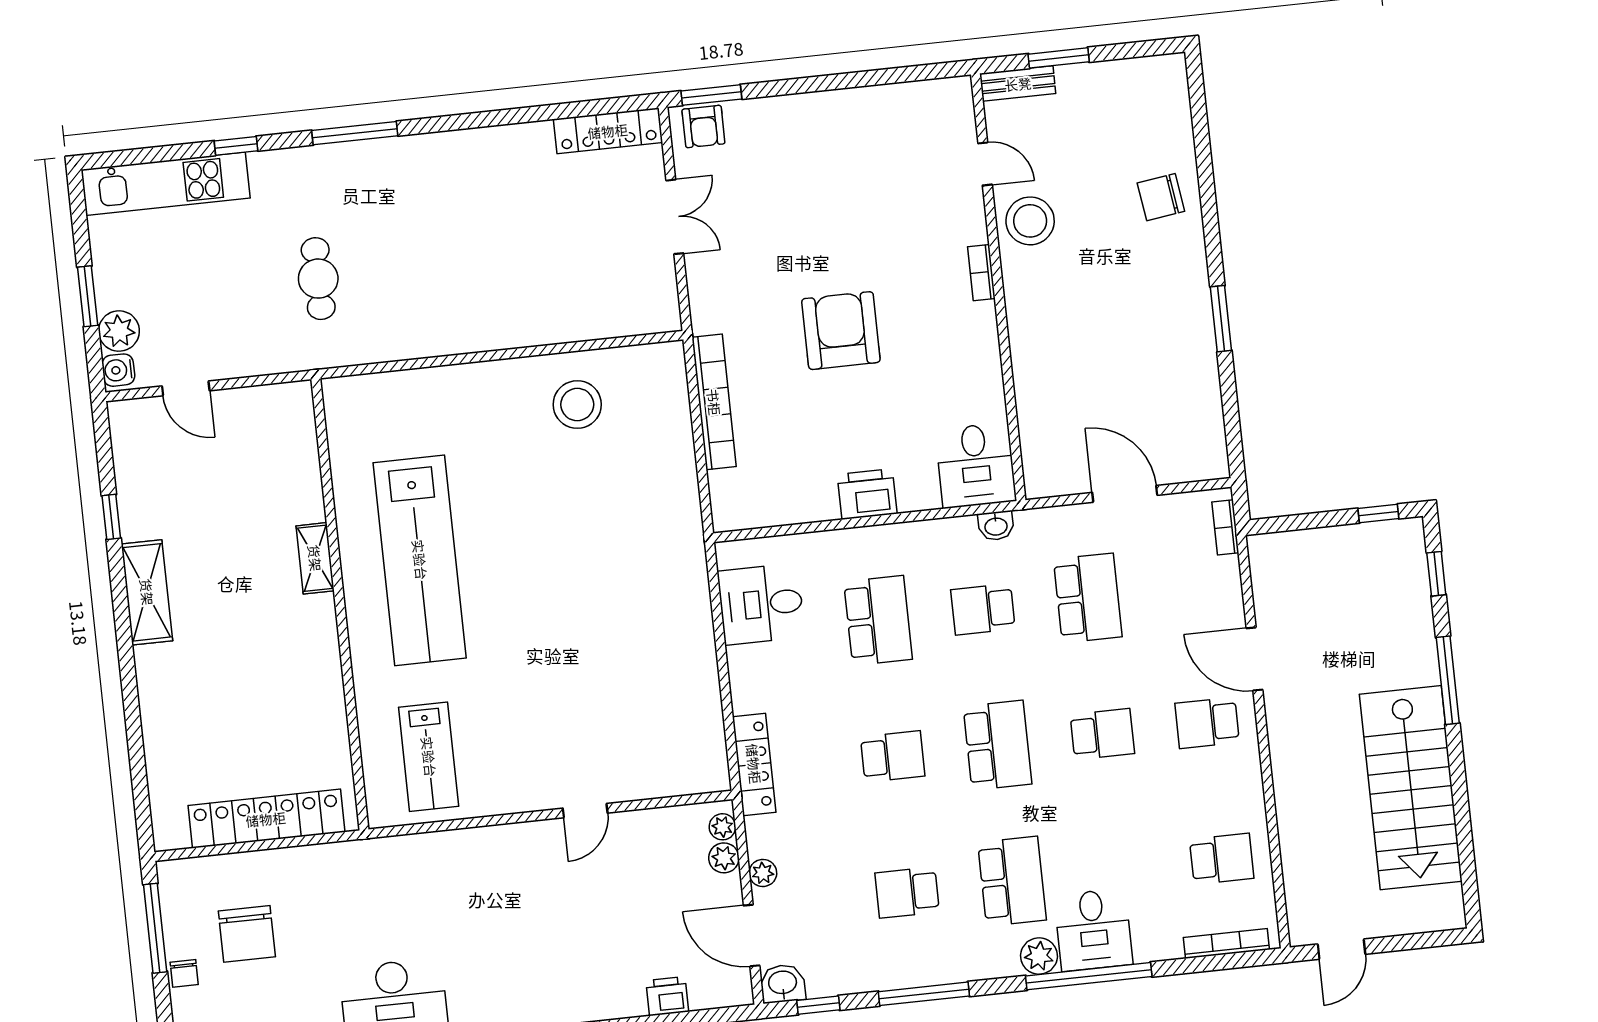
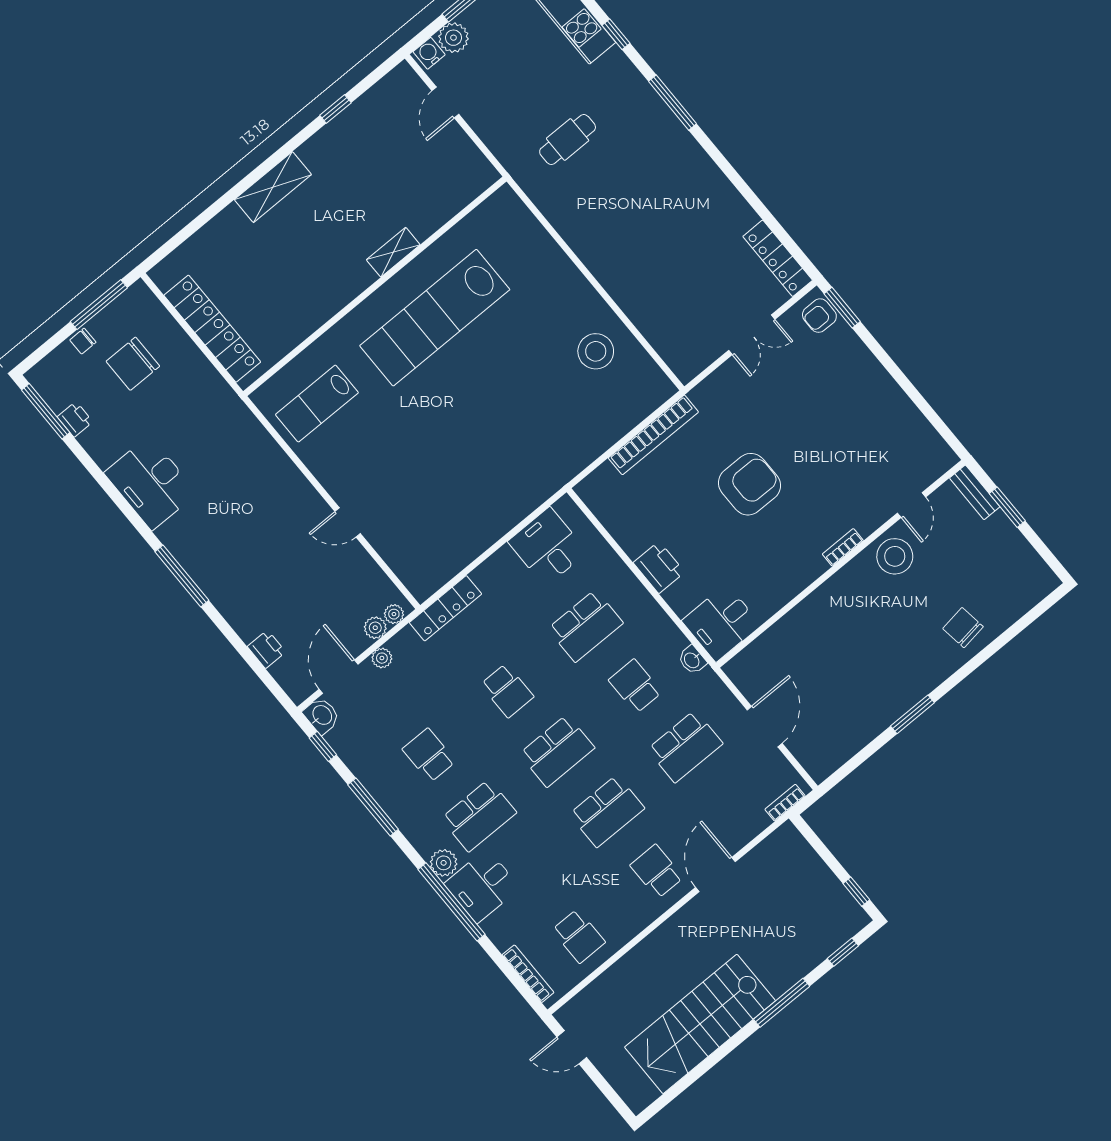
shelving: (147, 592) -> (273, 187), moved
school desk: (1102, 734) -> (607, 811), width x1.85

